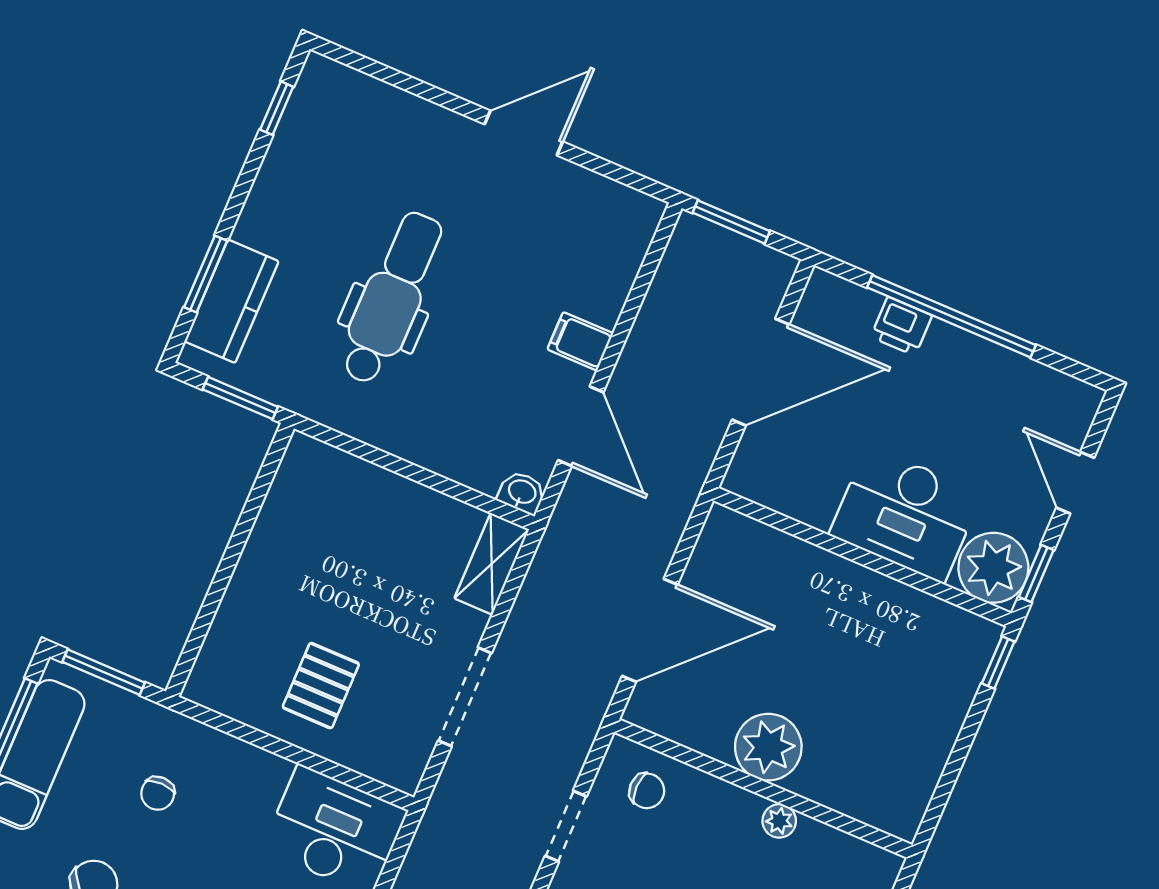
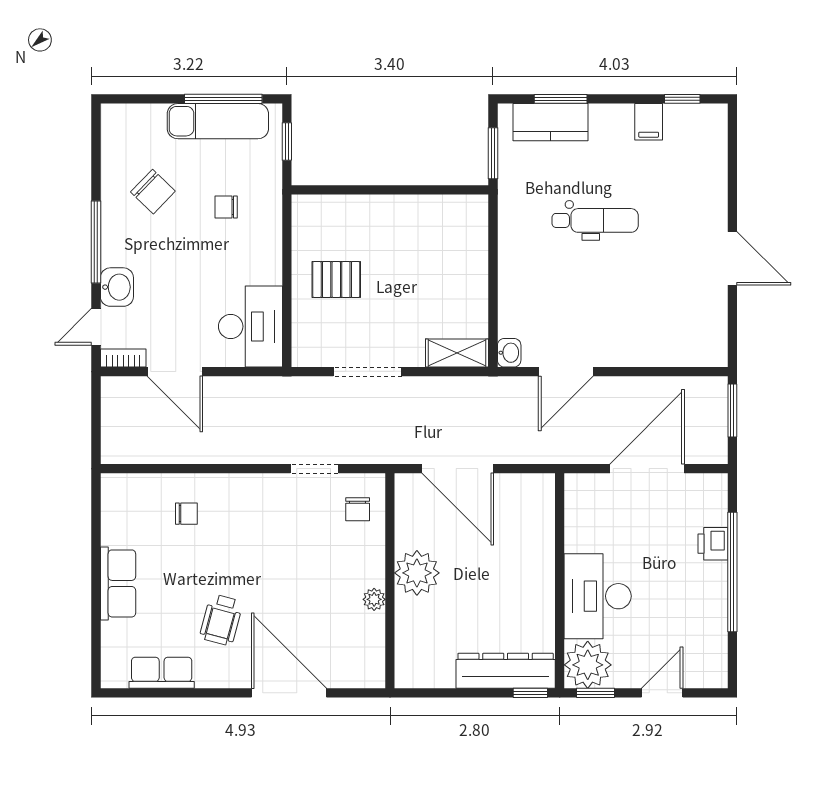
dental chair: (392, 298) -> (595, 220), width x0.73, depth x0.72
filing cabinet: (580, 341) -> (649, 122), moved, turned 180
door: (761, 372) -> (647, 469), swing flipped
window: (104, 672) -> (287, 141), width x0.67
dresser: (953, 683) -> (506, 671), added

